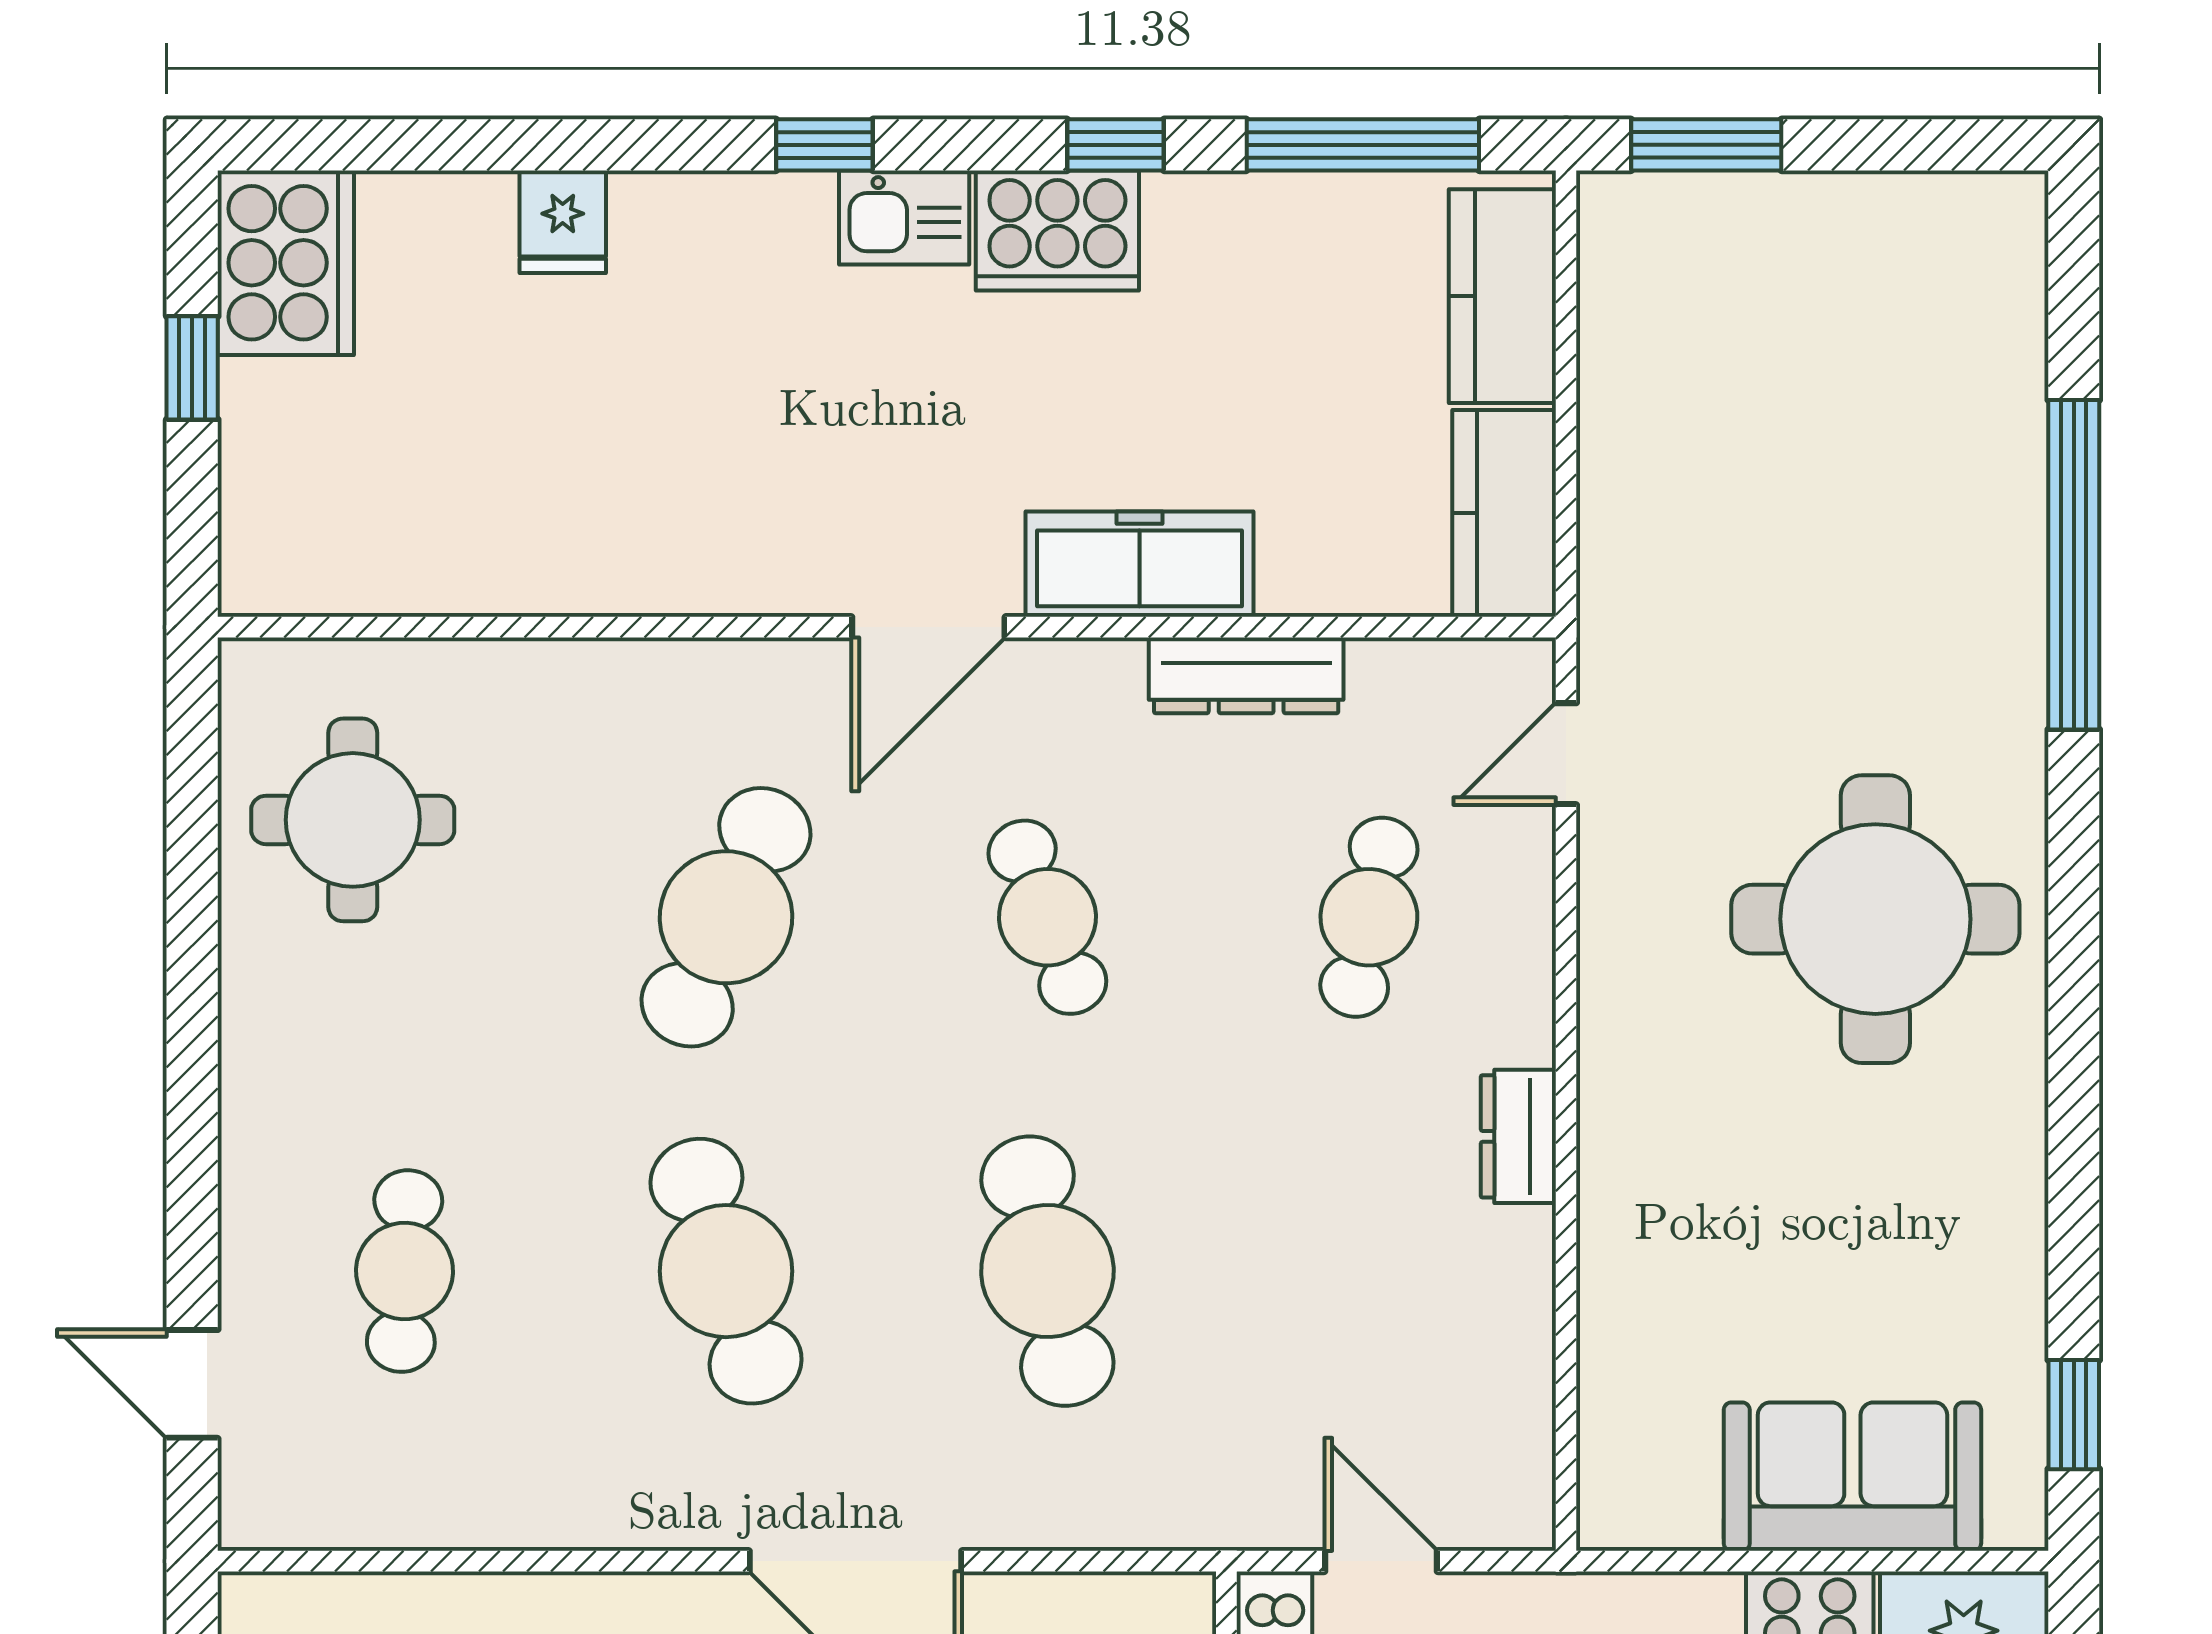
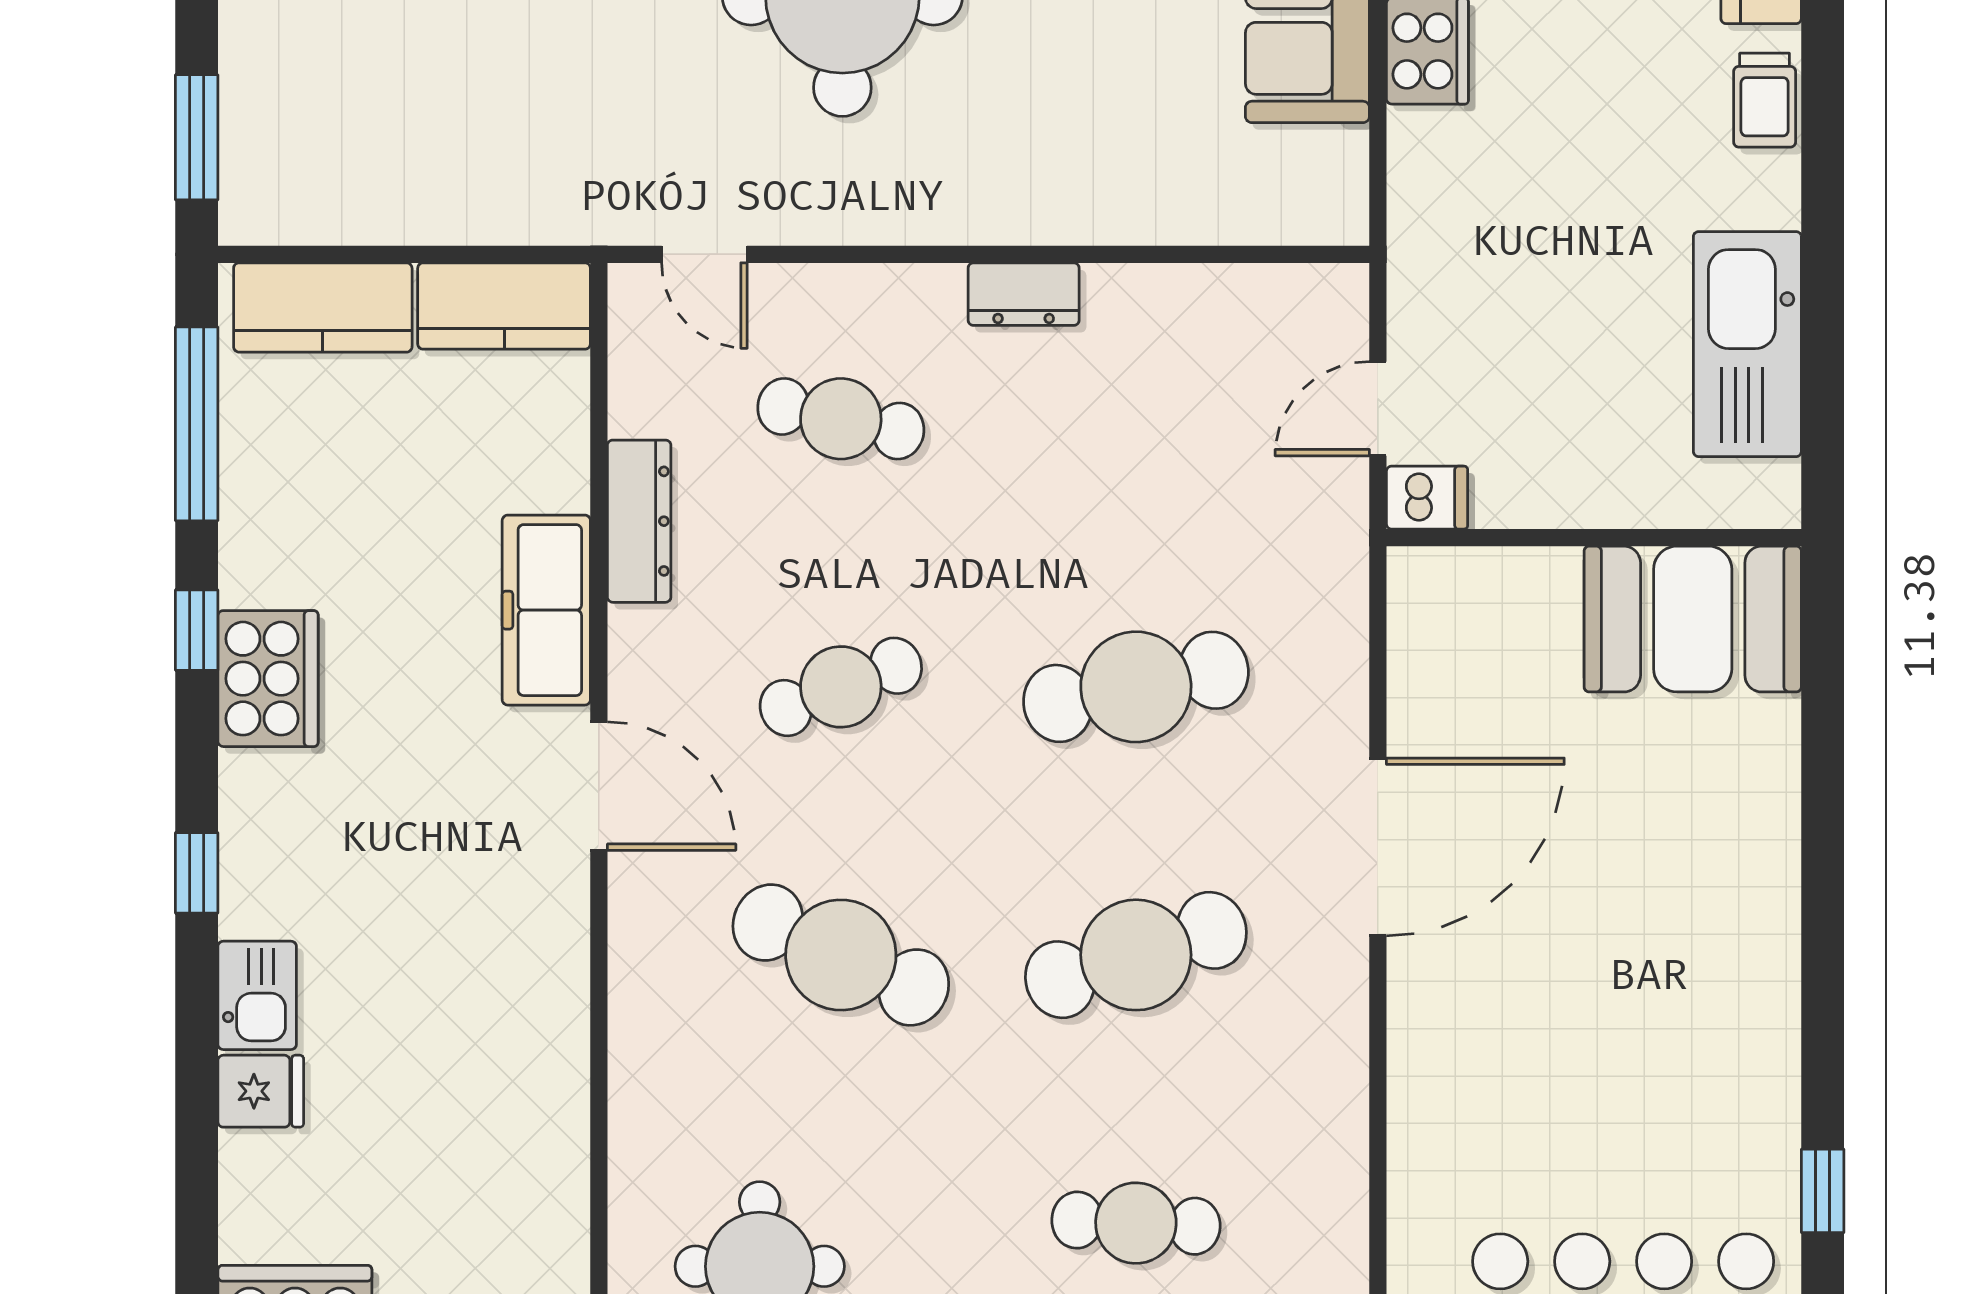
kitchen sink: (904, 217) -> (257, 995), moved

